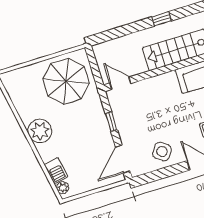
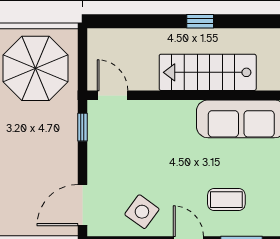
window: (111, 122) -> (82, 127), moved

